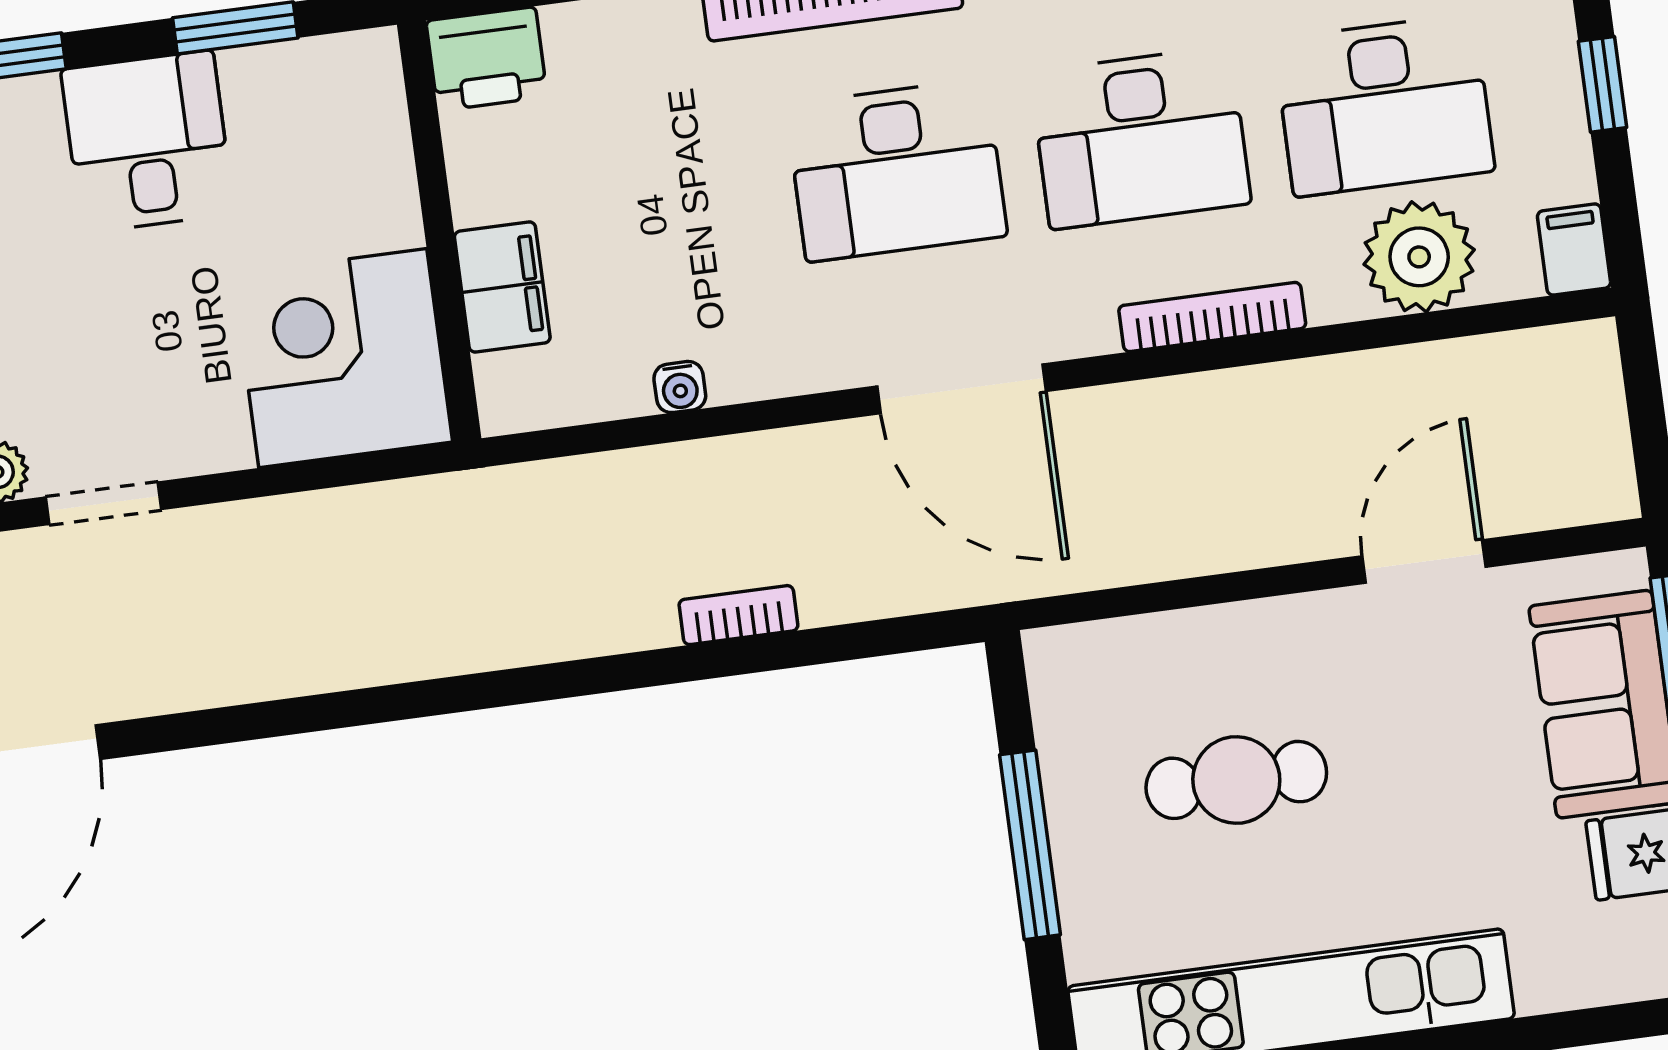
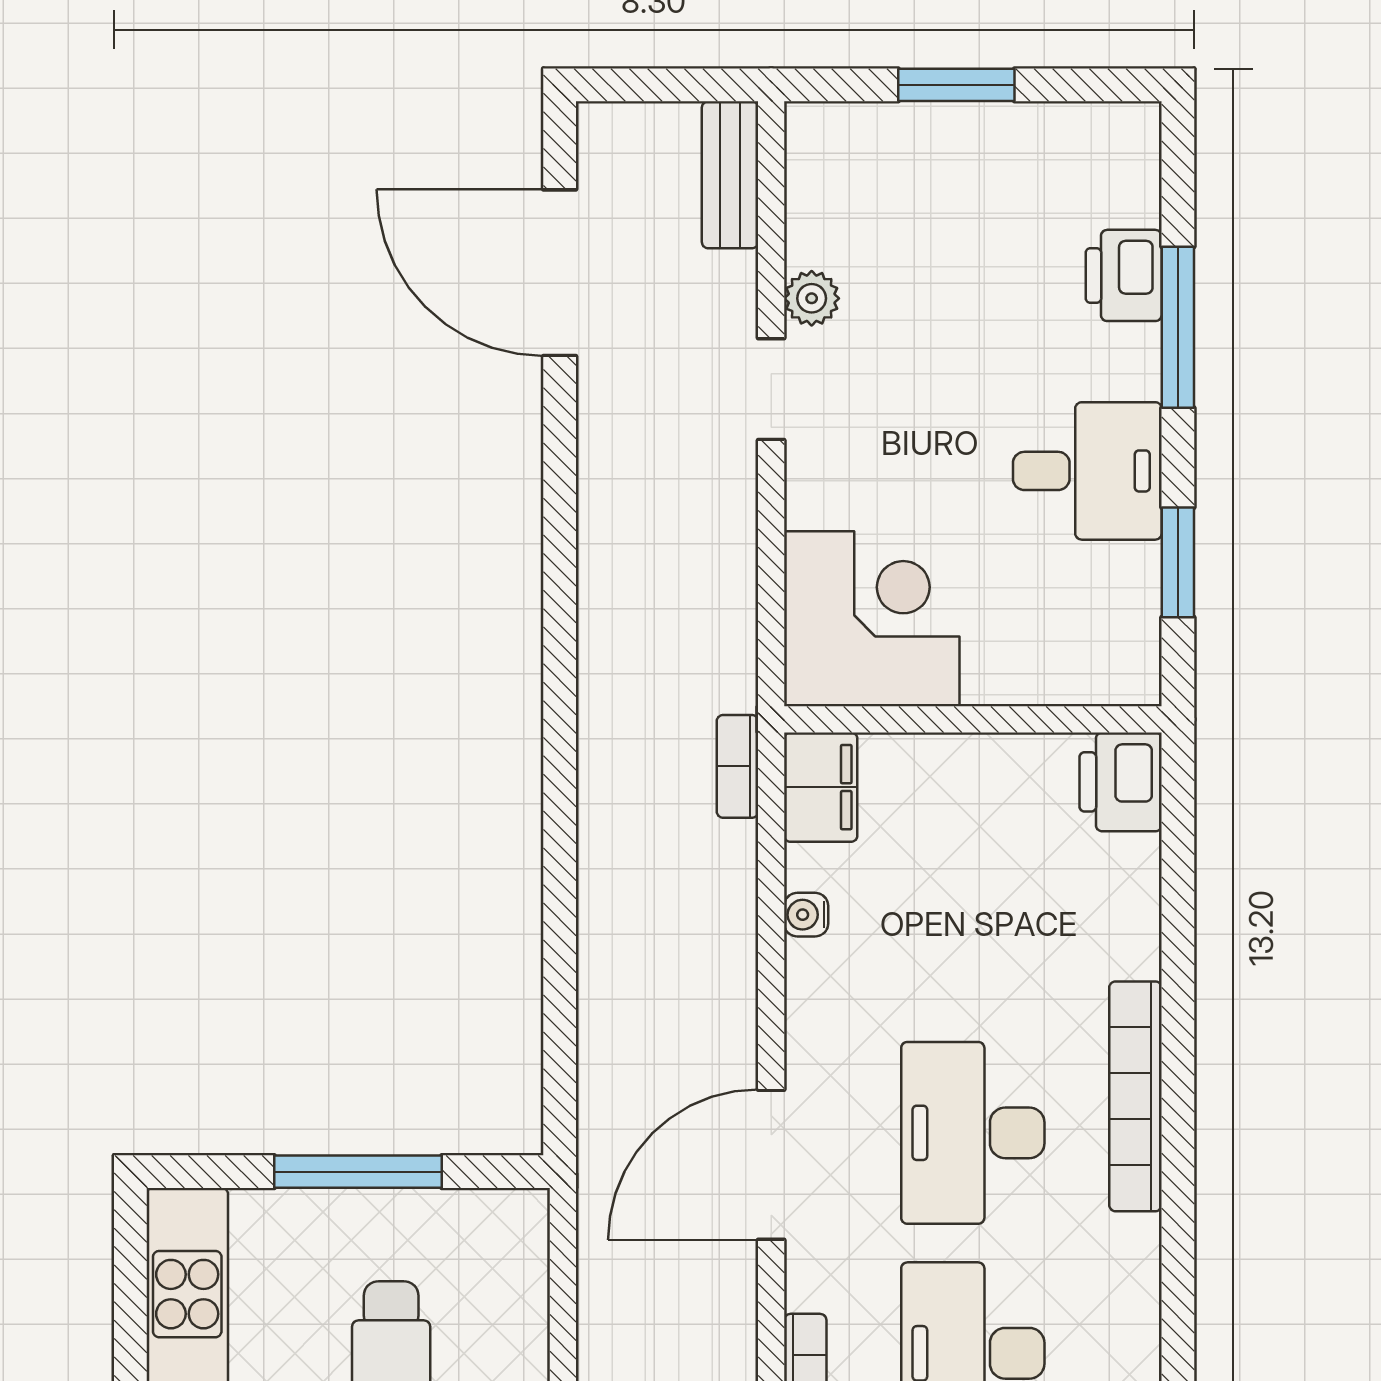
filing cabinet: (502, 287) -> (821, 787), moved, turned -90
bookcase: (738, 615) -> (738, 766), moved, turned 180

